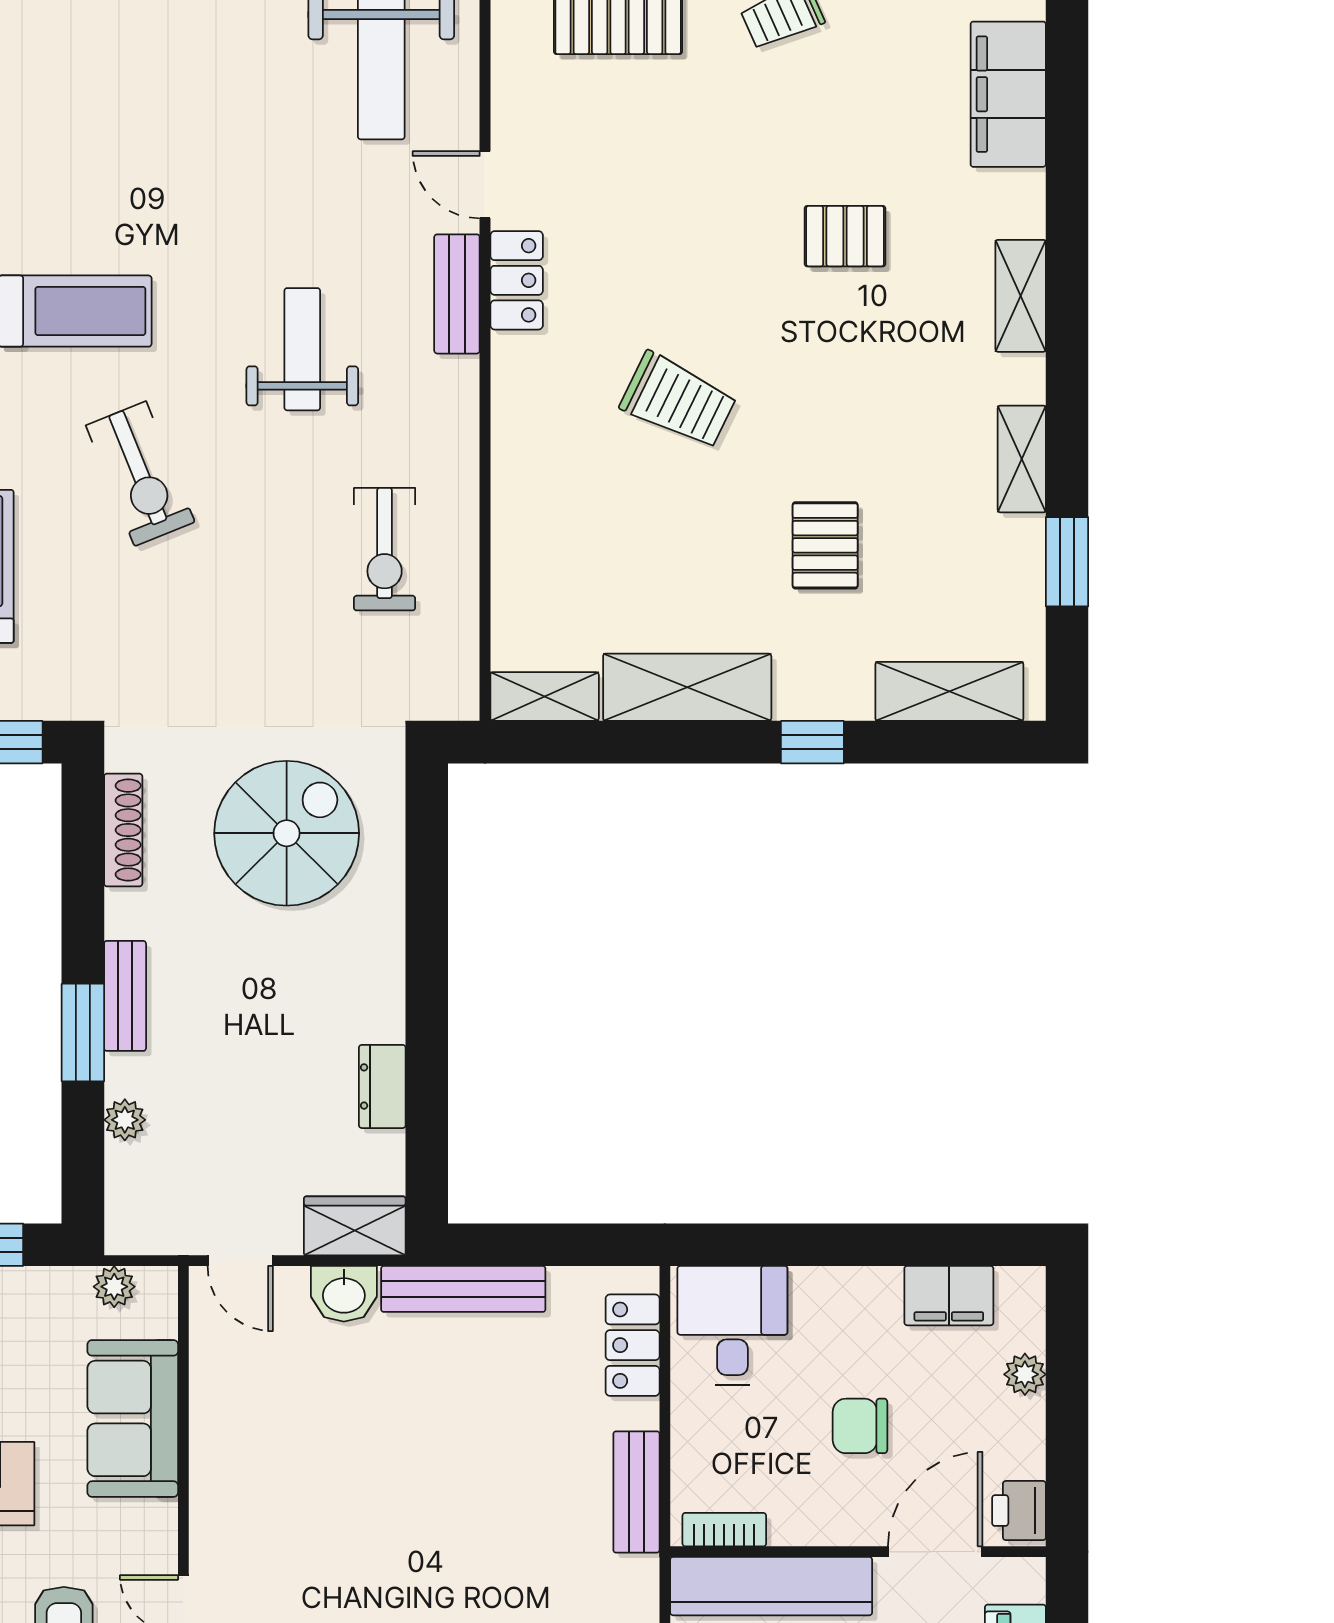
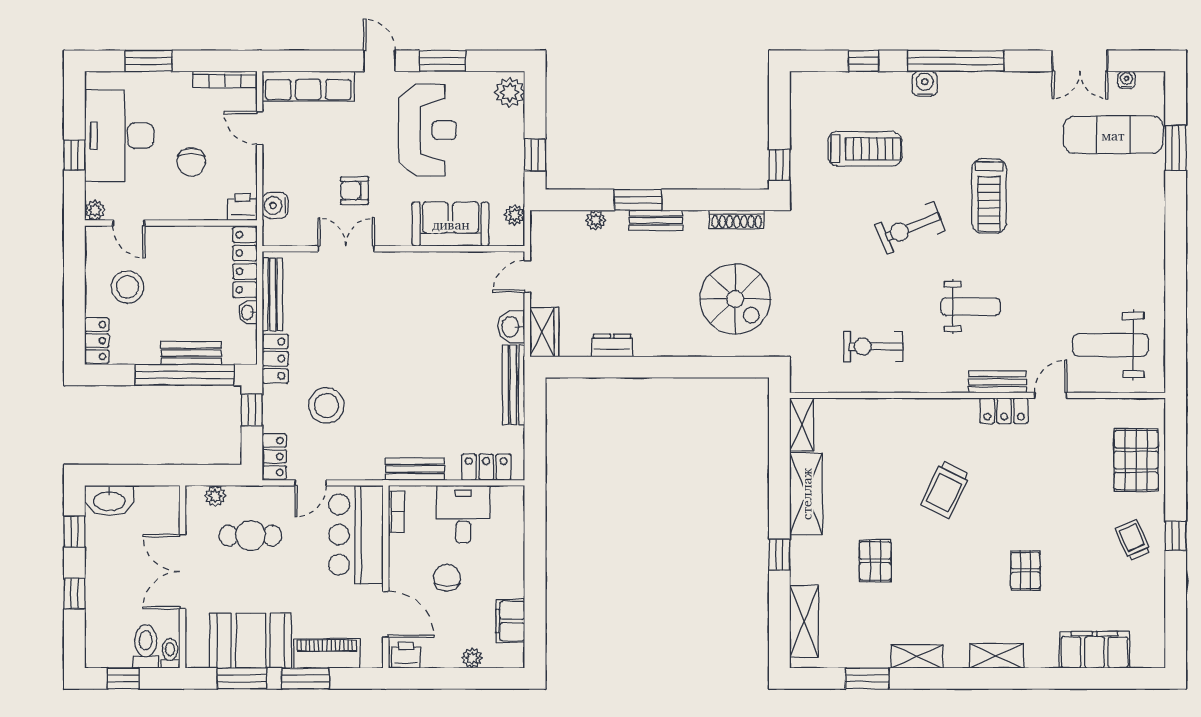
pallet: (825, 545) -> (875, 561), turned 90
desk: (732, 1325) -> (463, 514), moved, turned -90

